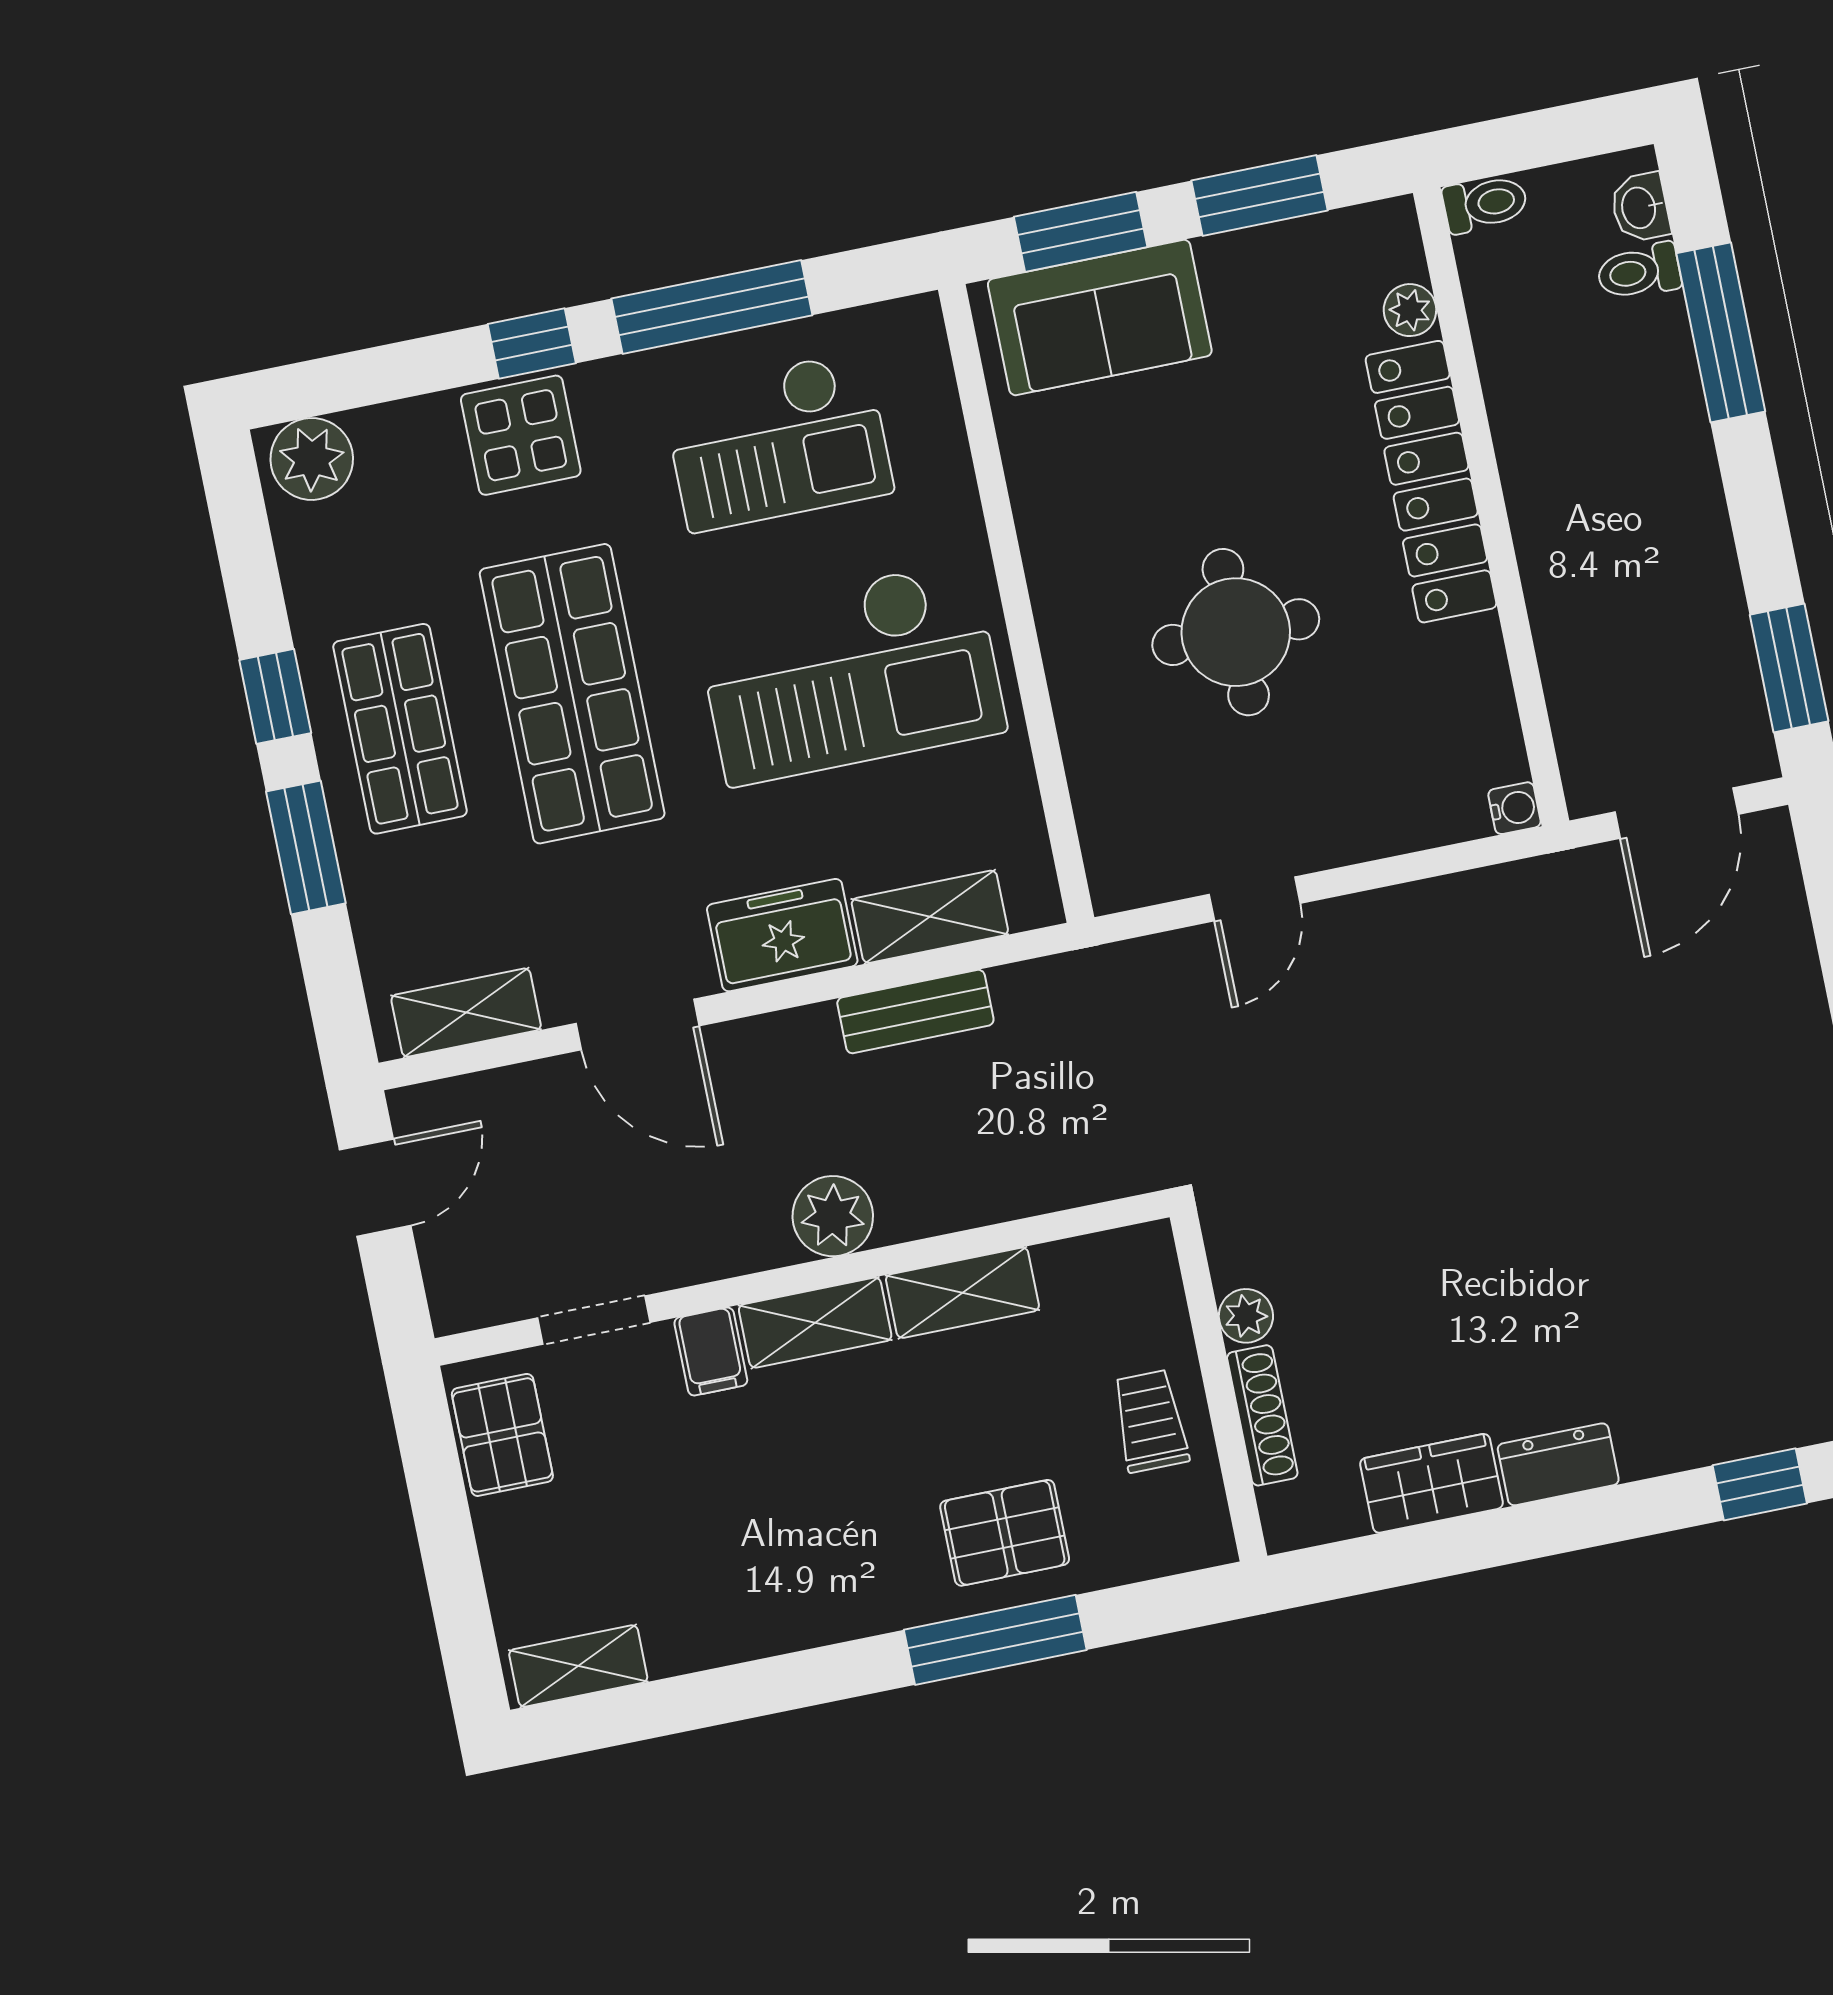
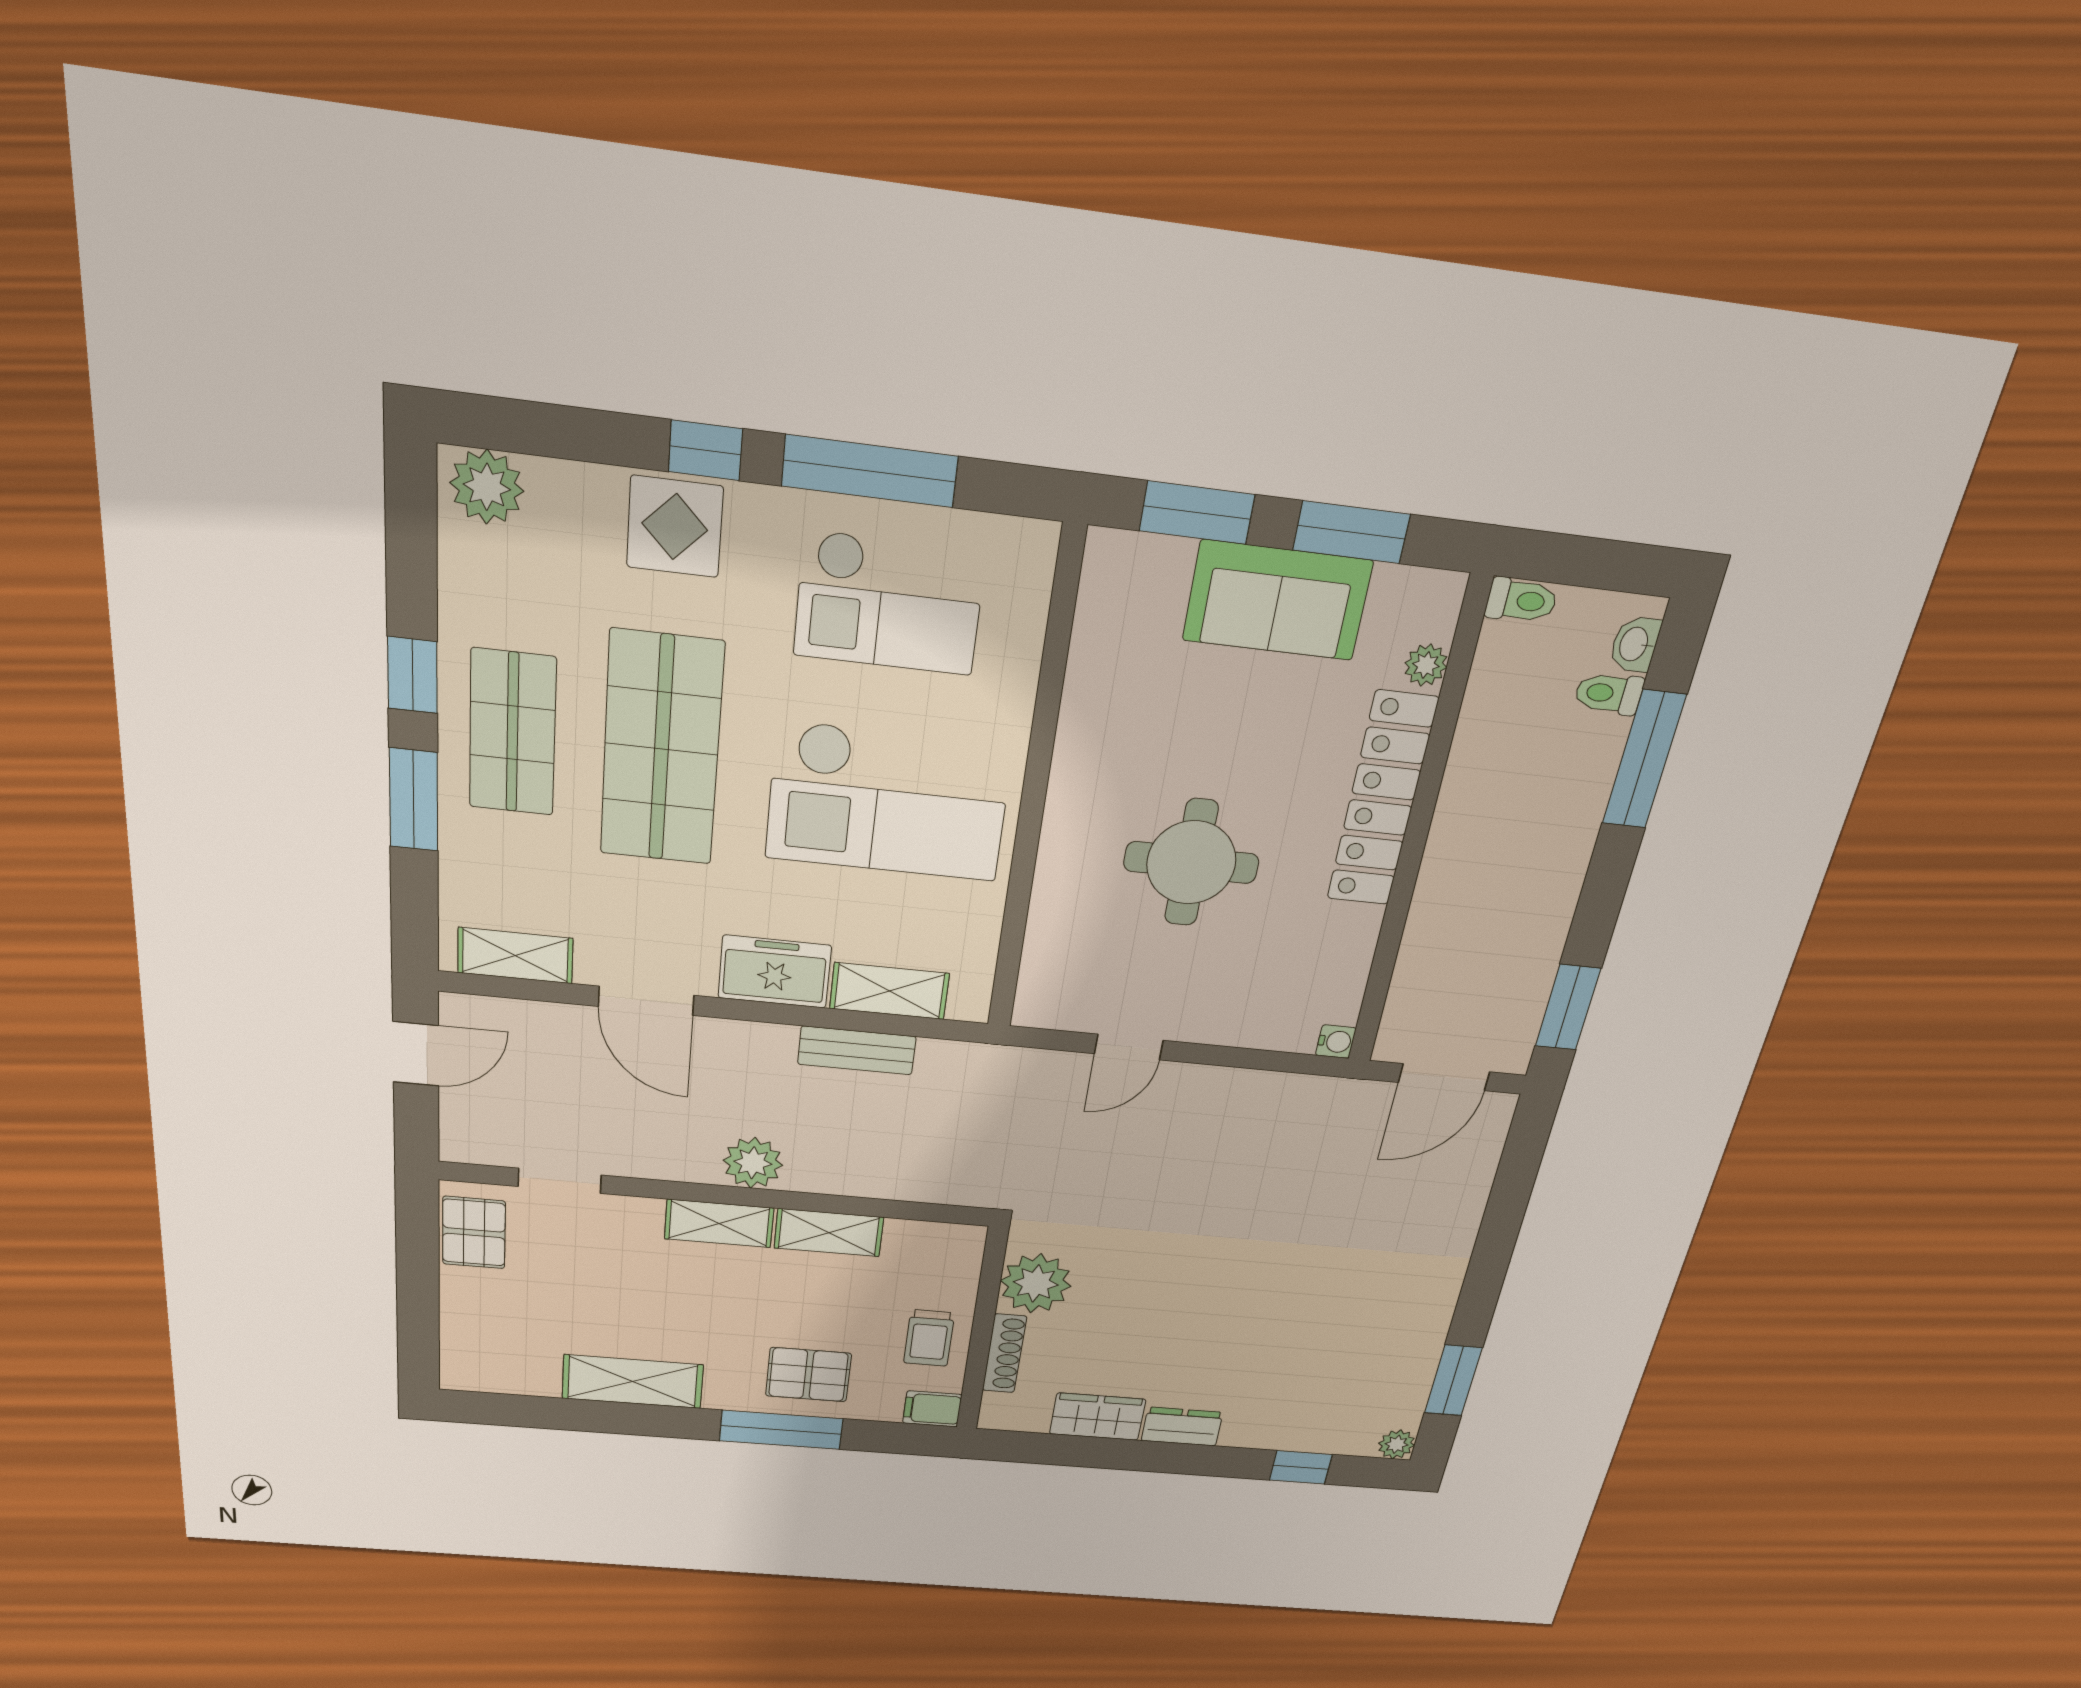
sofa: (1100, 317) -> (1277, 600), moved
plant: (1246, 1316) -> (1036, 1283), width x1.88, depth x1.88
filing cabinet: (711, 1352) -> (932, 1409), moved, turned 90
trolley: (1150, 1421) -> (929, 1338), turned 180
shelving: (578, 1666) -> (633, 1382), moved, width x1.50, depth x1.33

